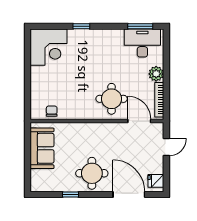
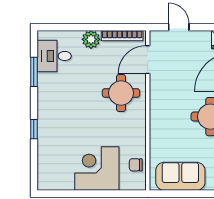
window: (140, 26) -> (34, 72), moved
desk: (142, 43) -> (54, 56), width x0.73
corner desk: (49, 47) -> (97, 169), moved, turned -90

